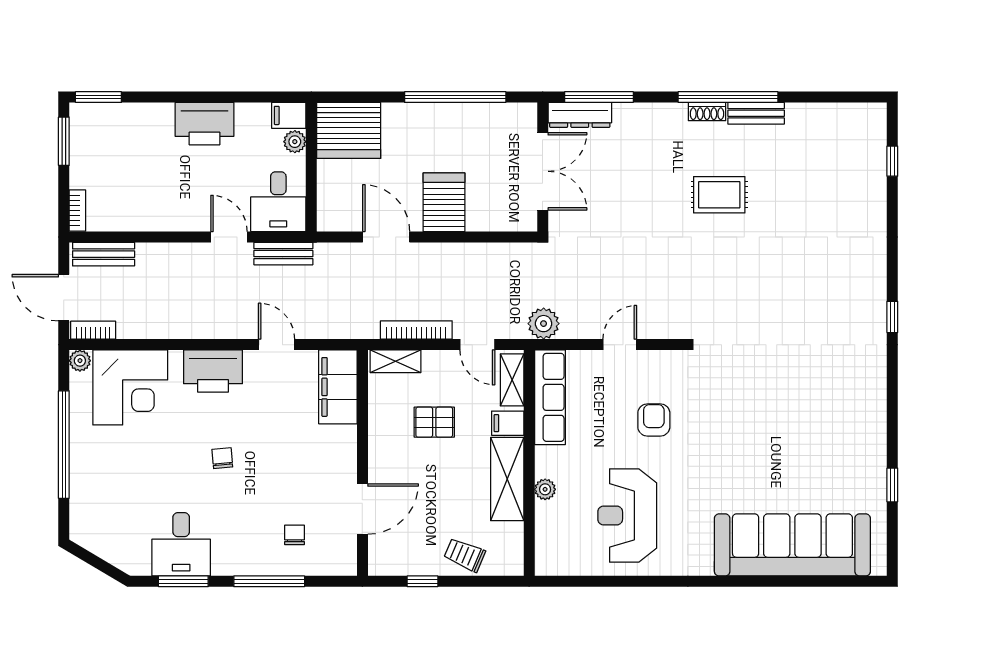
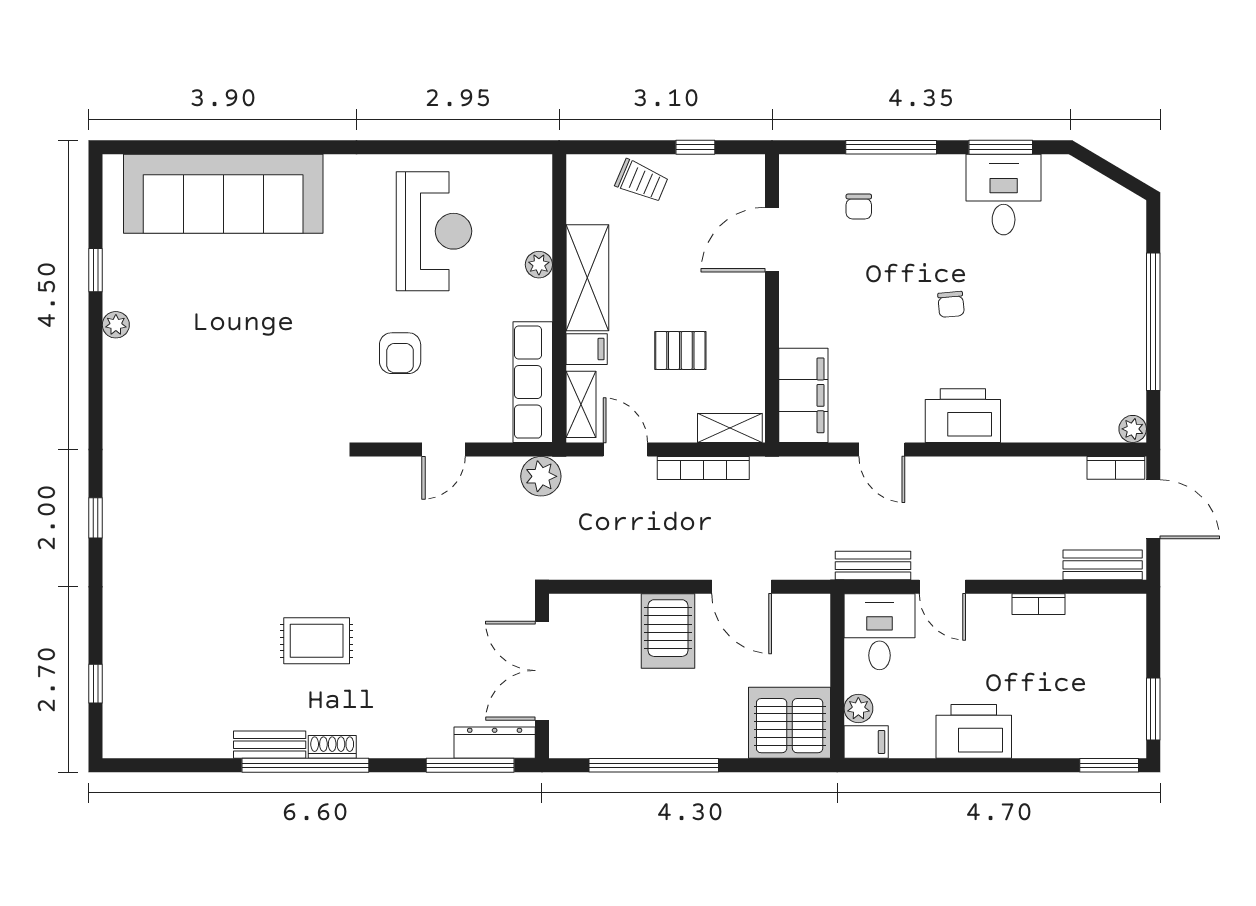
bookcase: (77, 211) -> (1039, 604), moved, turned -90
window: (892, 317) -> (96, 518), moved
corner desk: (130, 387) -> (1068, 395), removed
plant: (876, 442) -> (116, 325), added

